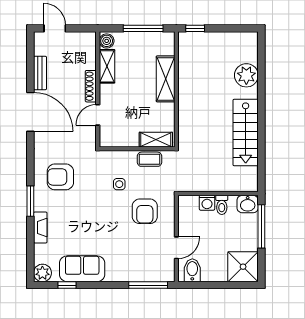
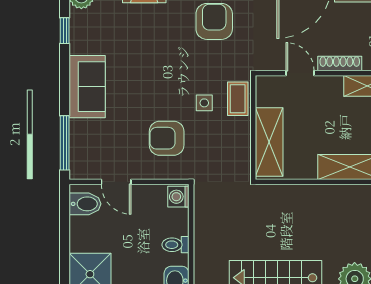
shelving: (156, 140) -> (269, 142), width x1.50, depth x1.33
coffee table: (149, 159) -> (238, 99), moved
washing machine: (207, 203) -> (178, 197), moved
sofa: (82, 269) -> (87, 87), moved

